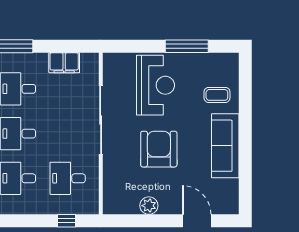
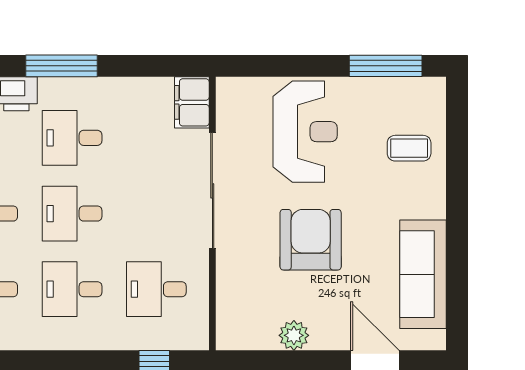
window: (187, 46) -> (386, 66), moved
filing cabinet: (64, 63) -> (192, 102), moved, turned 90
sofa: (225, 146) -> (423, 274), moved

